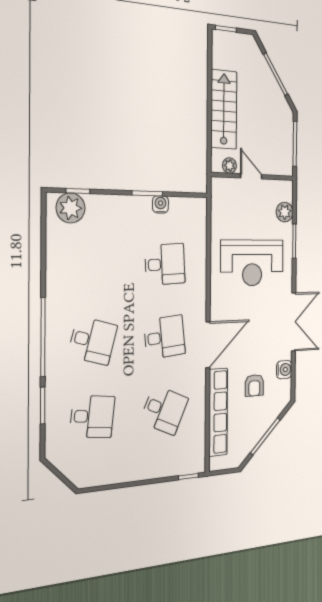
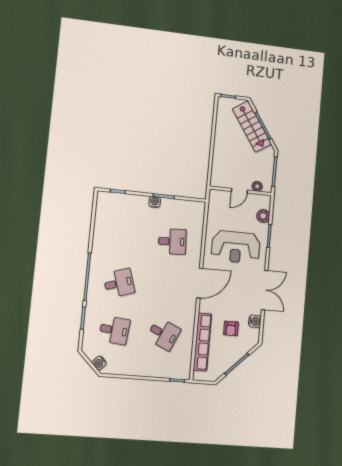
stairs: (224, 110) -> (252, 127), moved, turned 146
plant: (229, 166) -> (257, 186), moved
door: (251, 176) -> (239, 191), swing flipped
water cooler: (161, 204) -> (155, 202), moved
plant: (71, 208) -> (112, 201), removed
desk: (165, 337) -> (168, 288), removed
desk: (93, 341) -> (119, 283), turned -33
door: (208, 345) -> (200, 283), moved
water cooler: (74, 472) -> (99, 363), added

